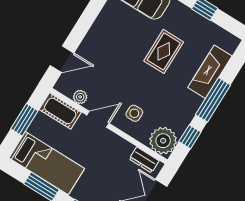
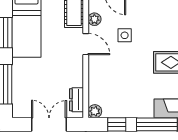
side table: (134, 113) -> (125, 35), moved
plant: (163, 141) -> (95, 111), width x0.53, depth x0.53

